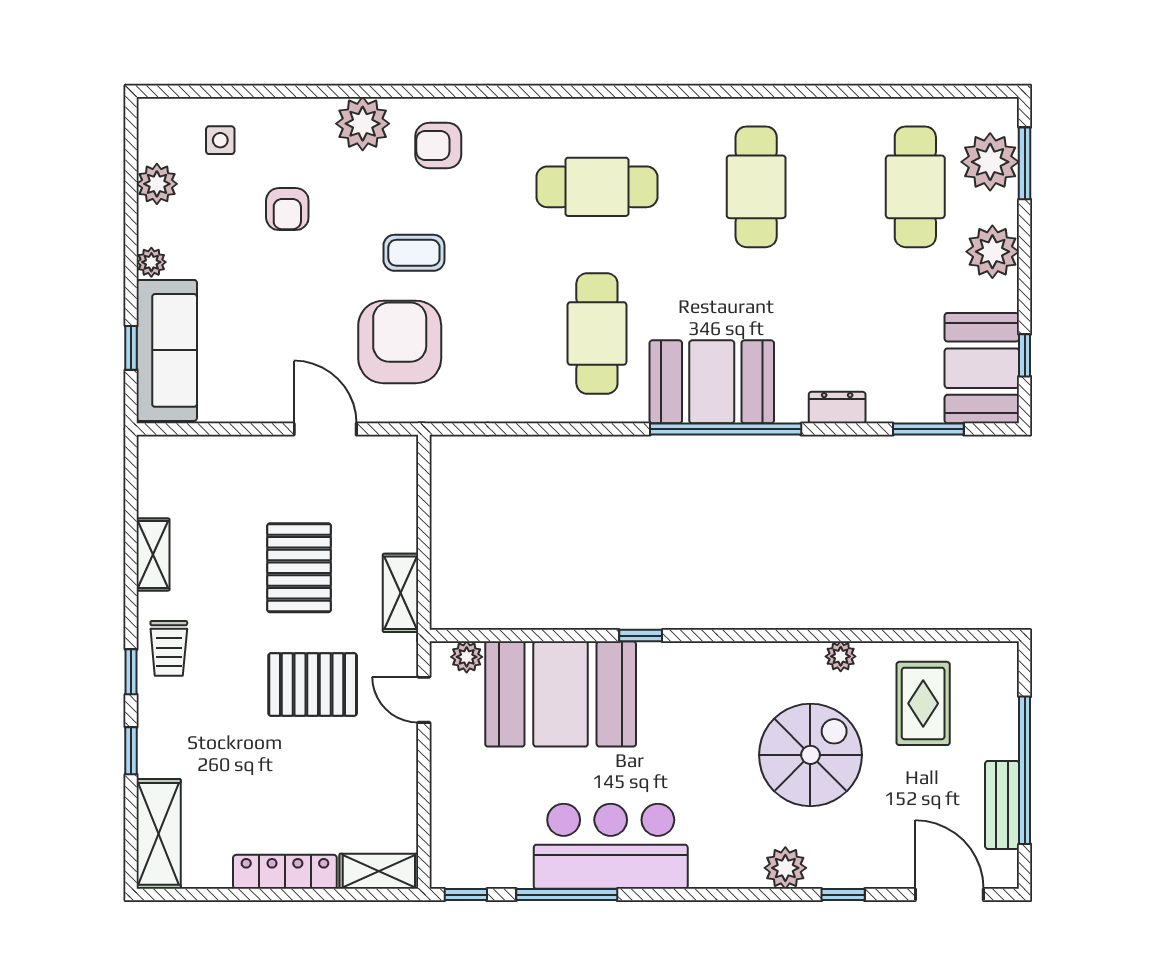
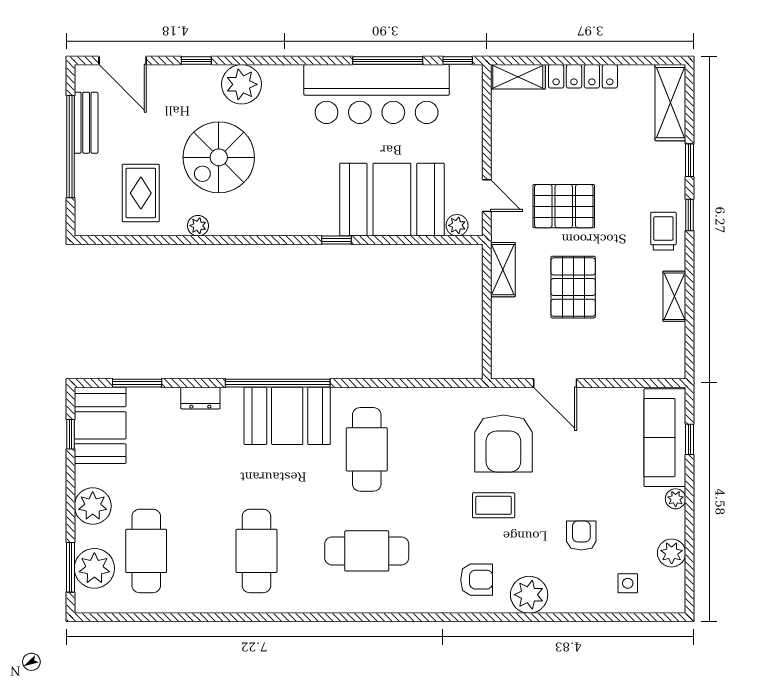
bar counter: (611, 846) -> (377, 94), width x1.36
plant: (785, 868) -> (242, 84), width x1.36, depth x1.36

